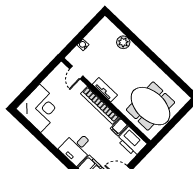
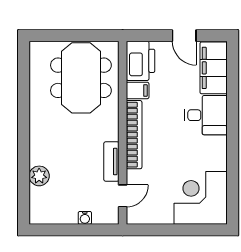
tv unit: (105, 90) -> (111, 161), moved

